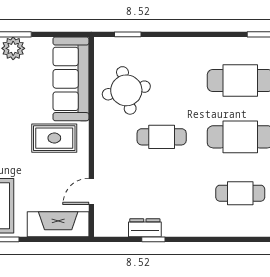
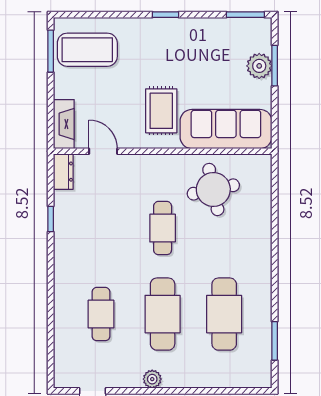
window: (128, 34) -> (275, 191), removed
fireplace: (58, 224) -> (64, 124), width x0.73, depth x0.76
dresser: (145, 228) -> (63, 172), moved

